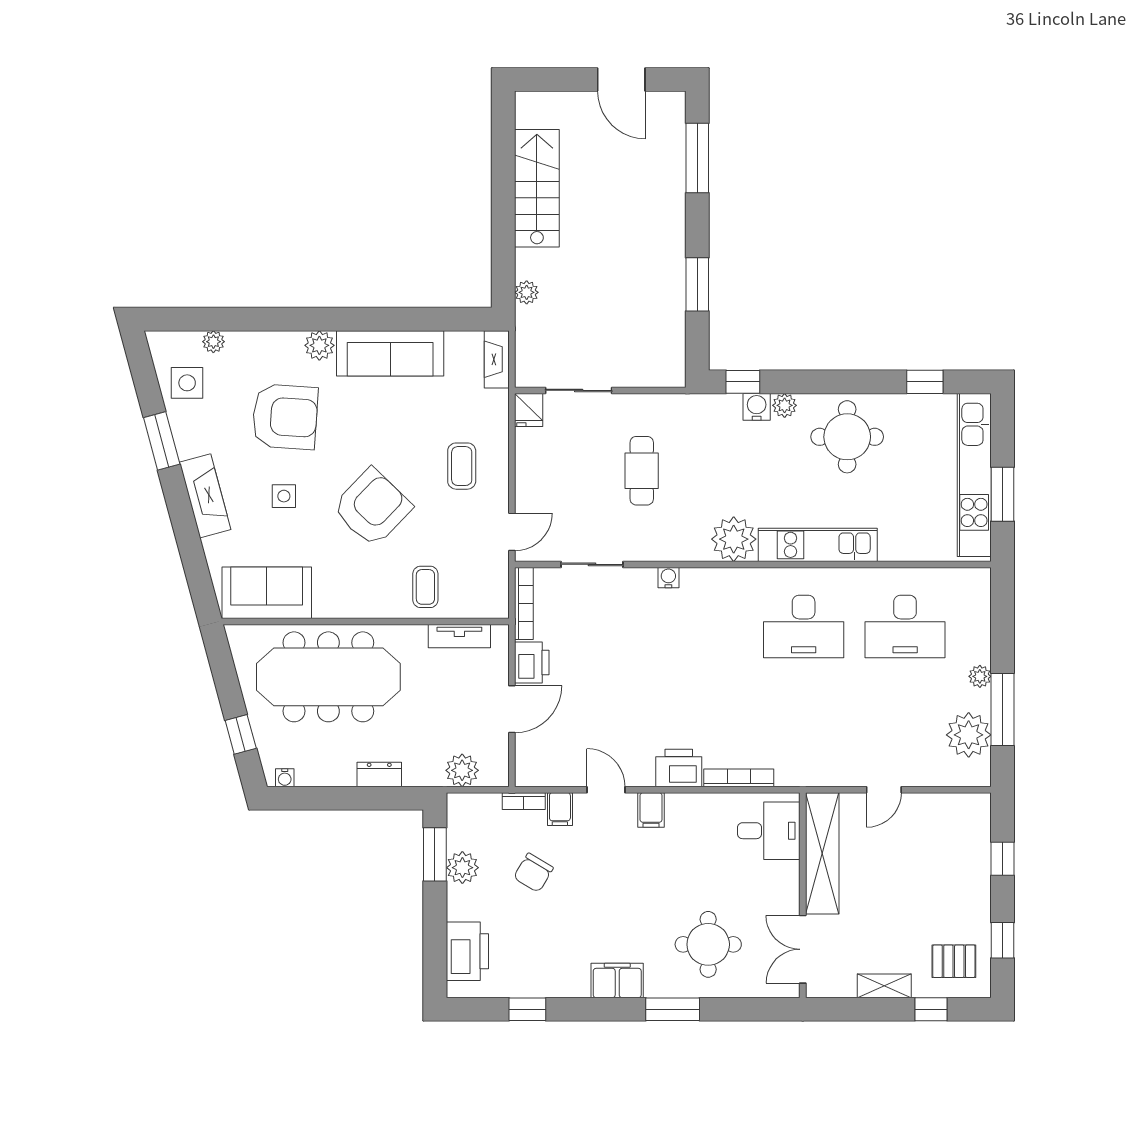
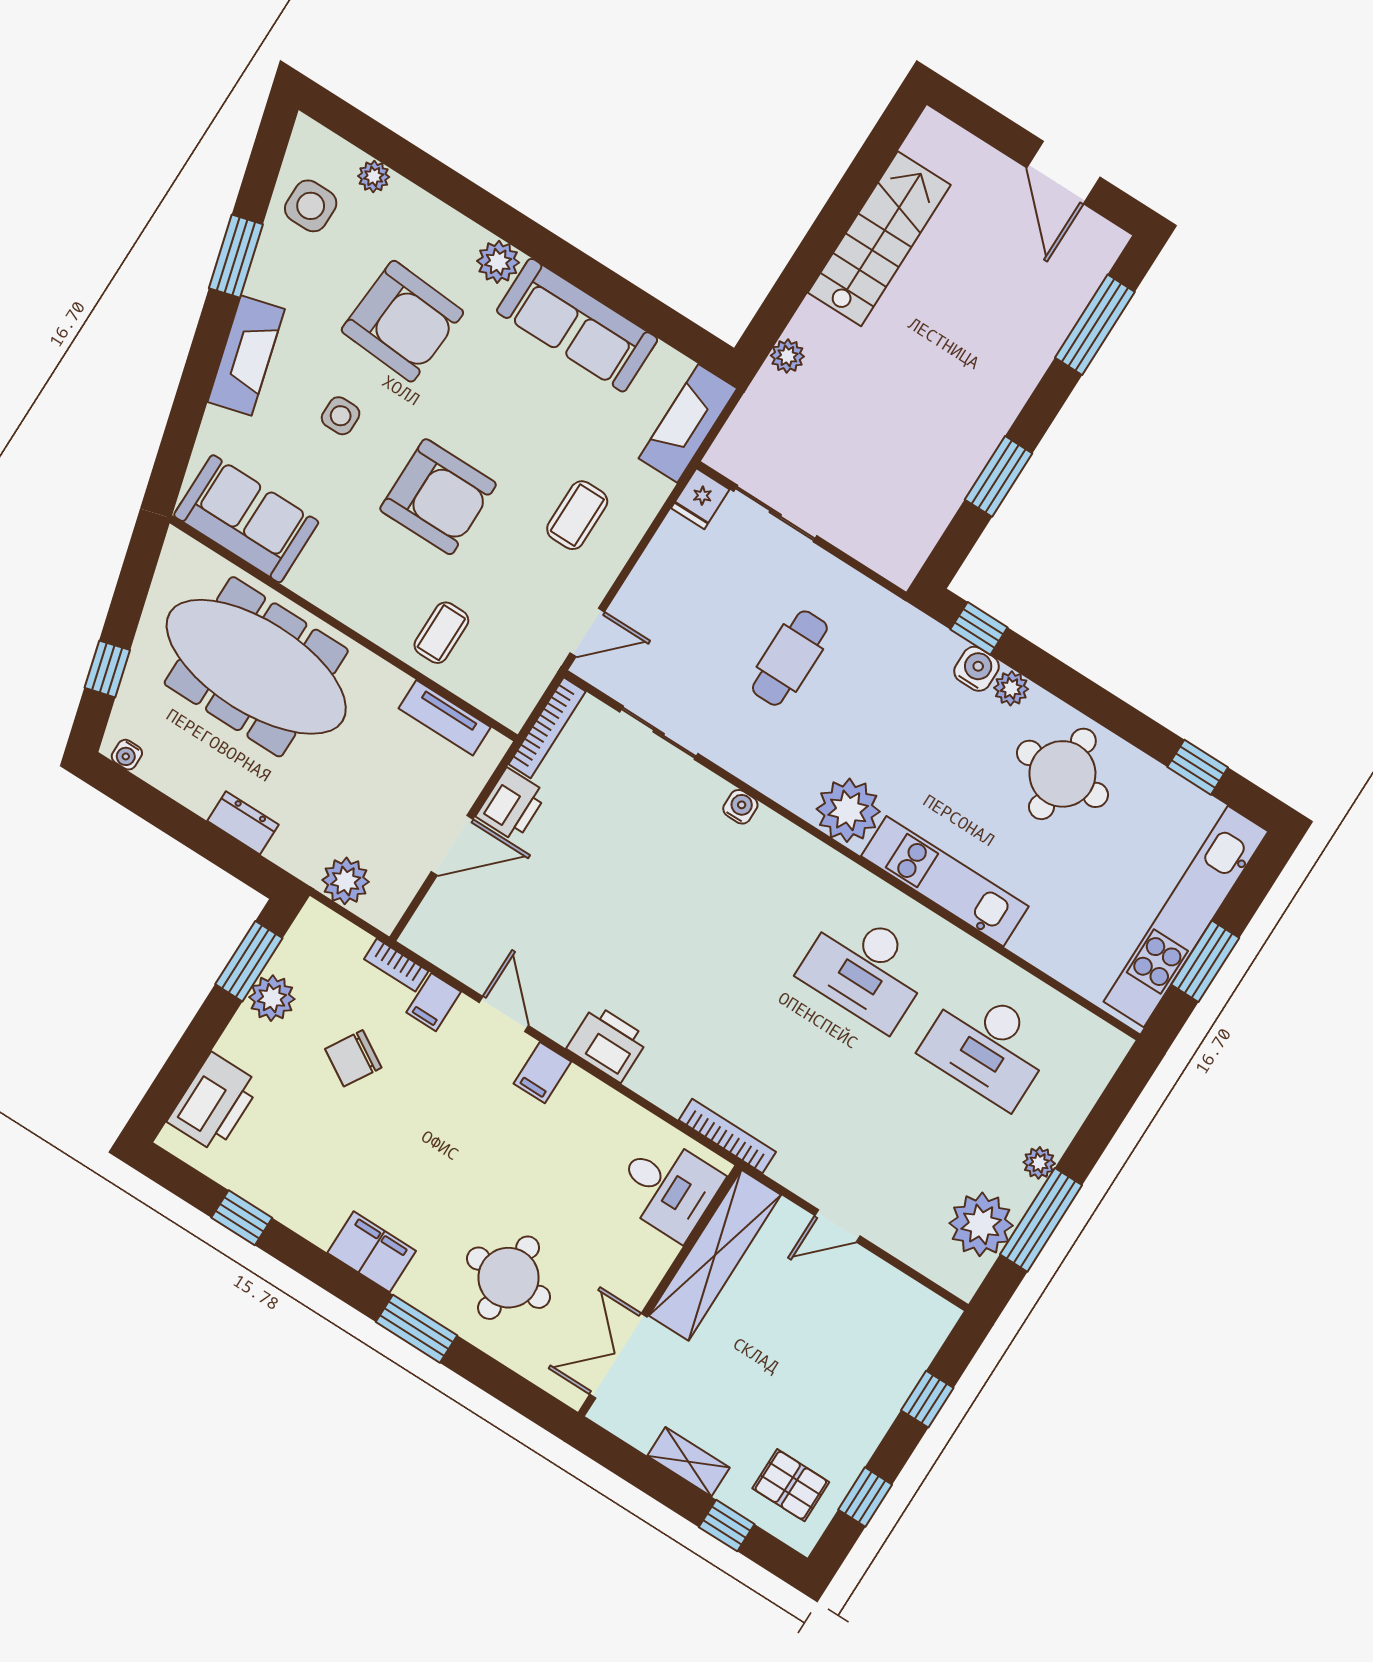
fireplace: (497, 359) -> (688, 423), width x1.37, depth x1.32
armchair: (372, 507) -> (438, 497), turned 46
bookcase: (739, 778) -> (727, 1136), moved

